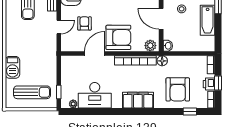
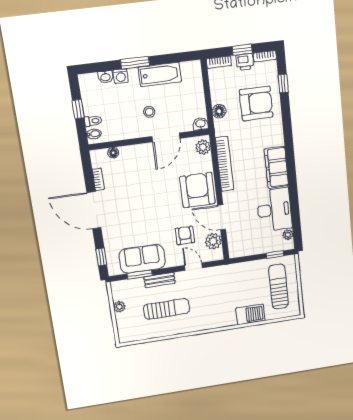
armchair: (84, 23) -> (185, 235), turned 90
plant: (77, 45) -> (213, 241), added
floor lamp: (162, 61) -> (219, 111), moved
filing cabinet: (138, 100) -> (276, 167), moved

